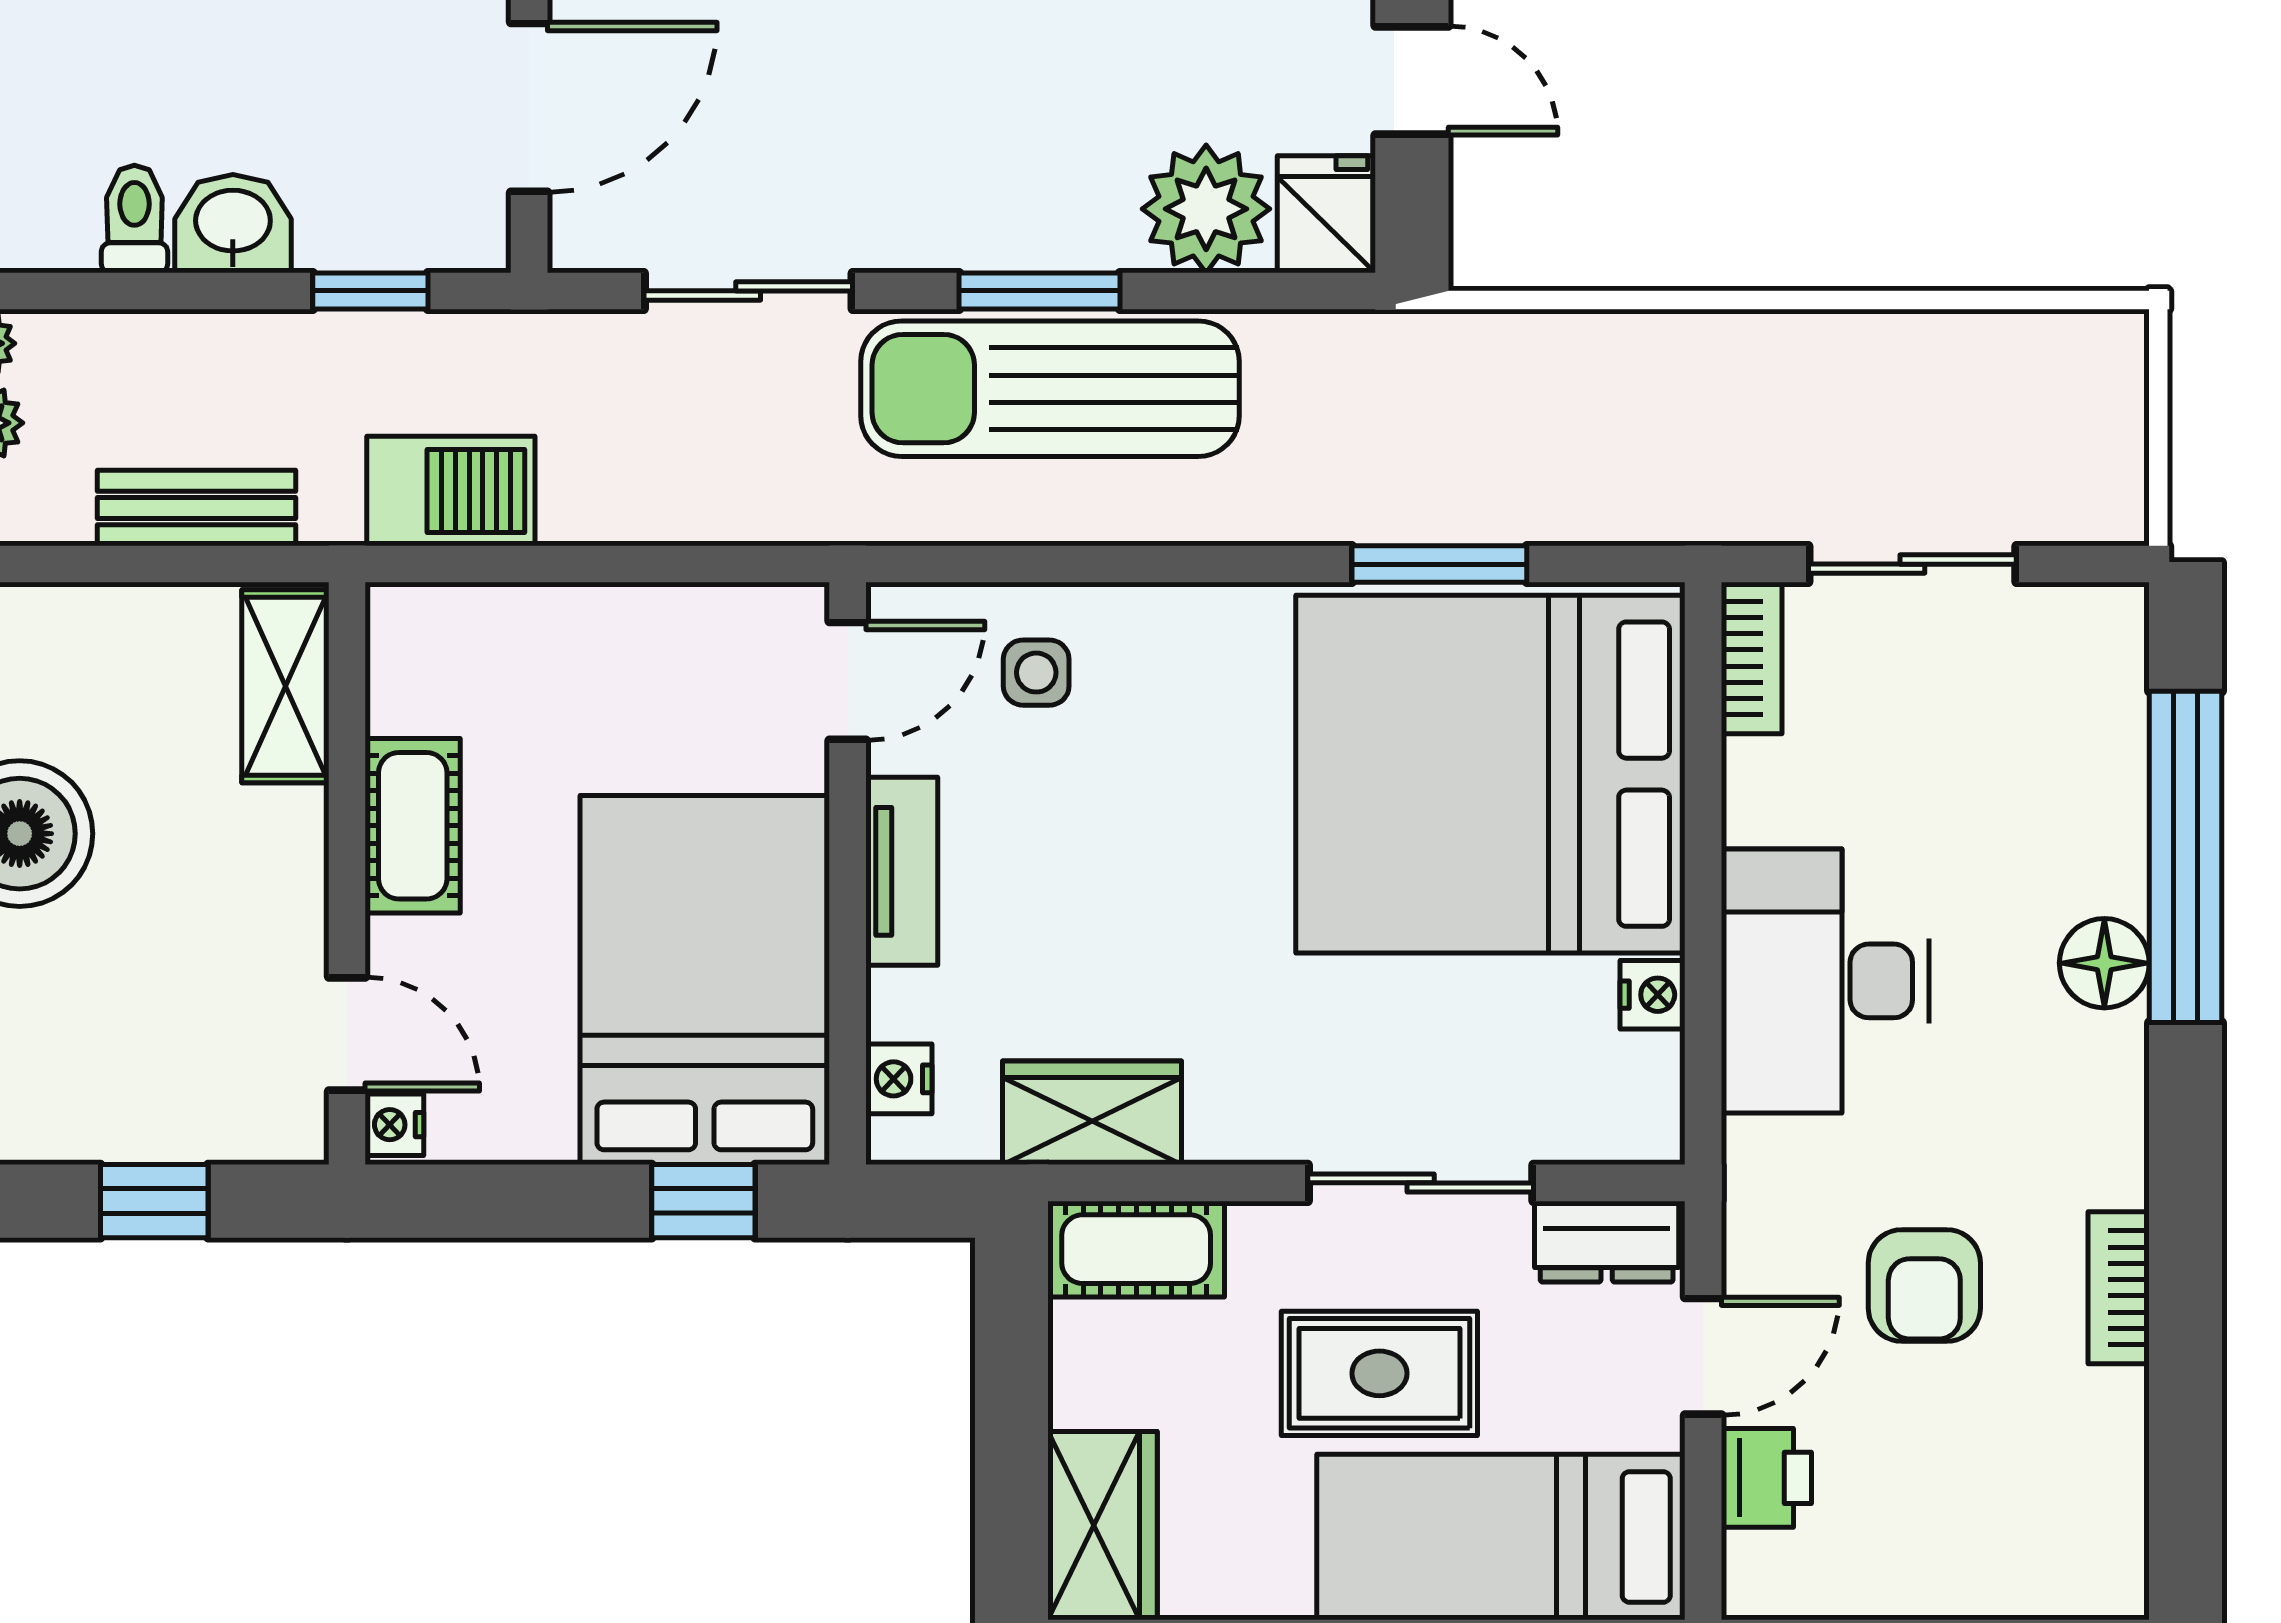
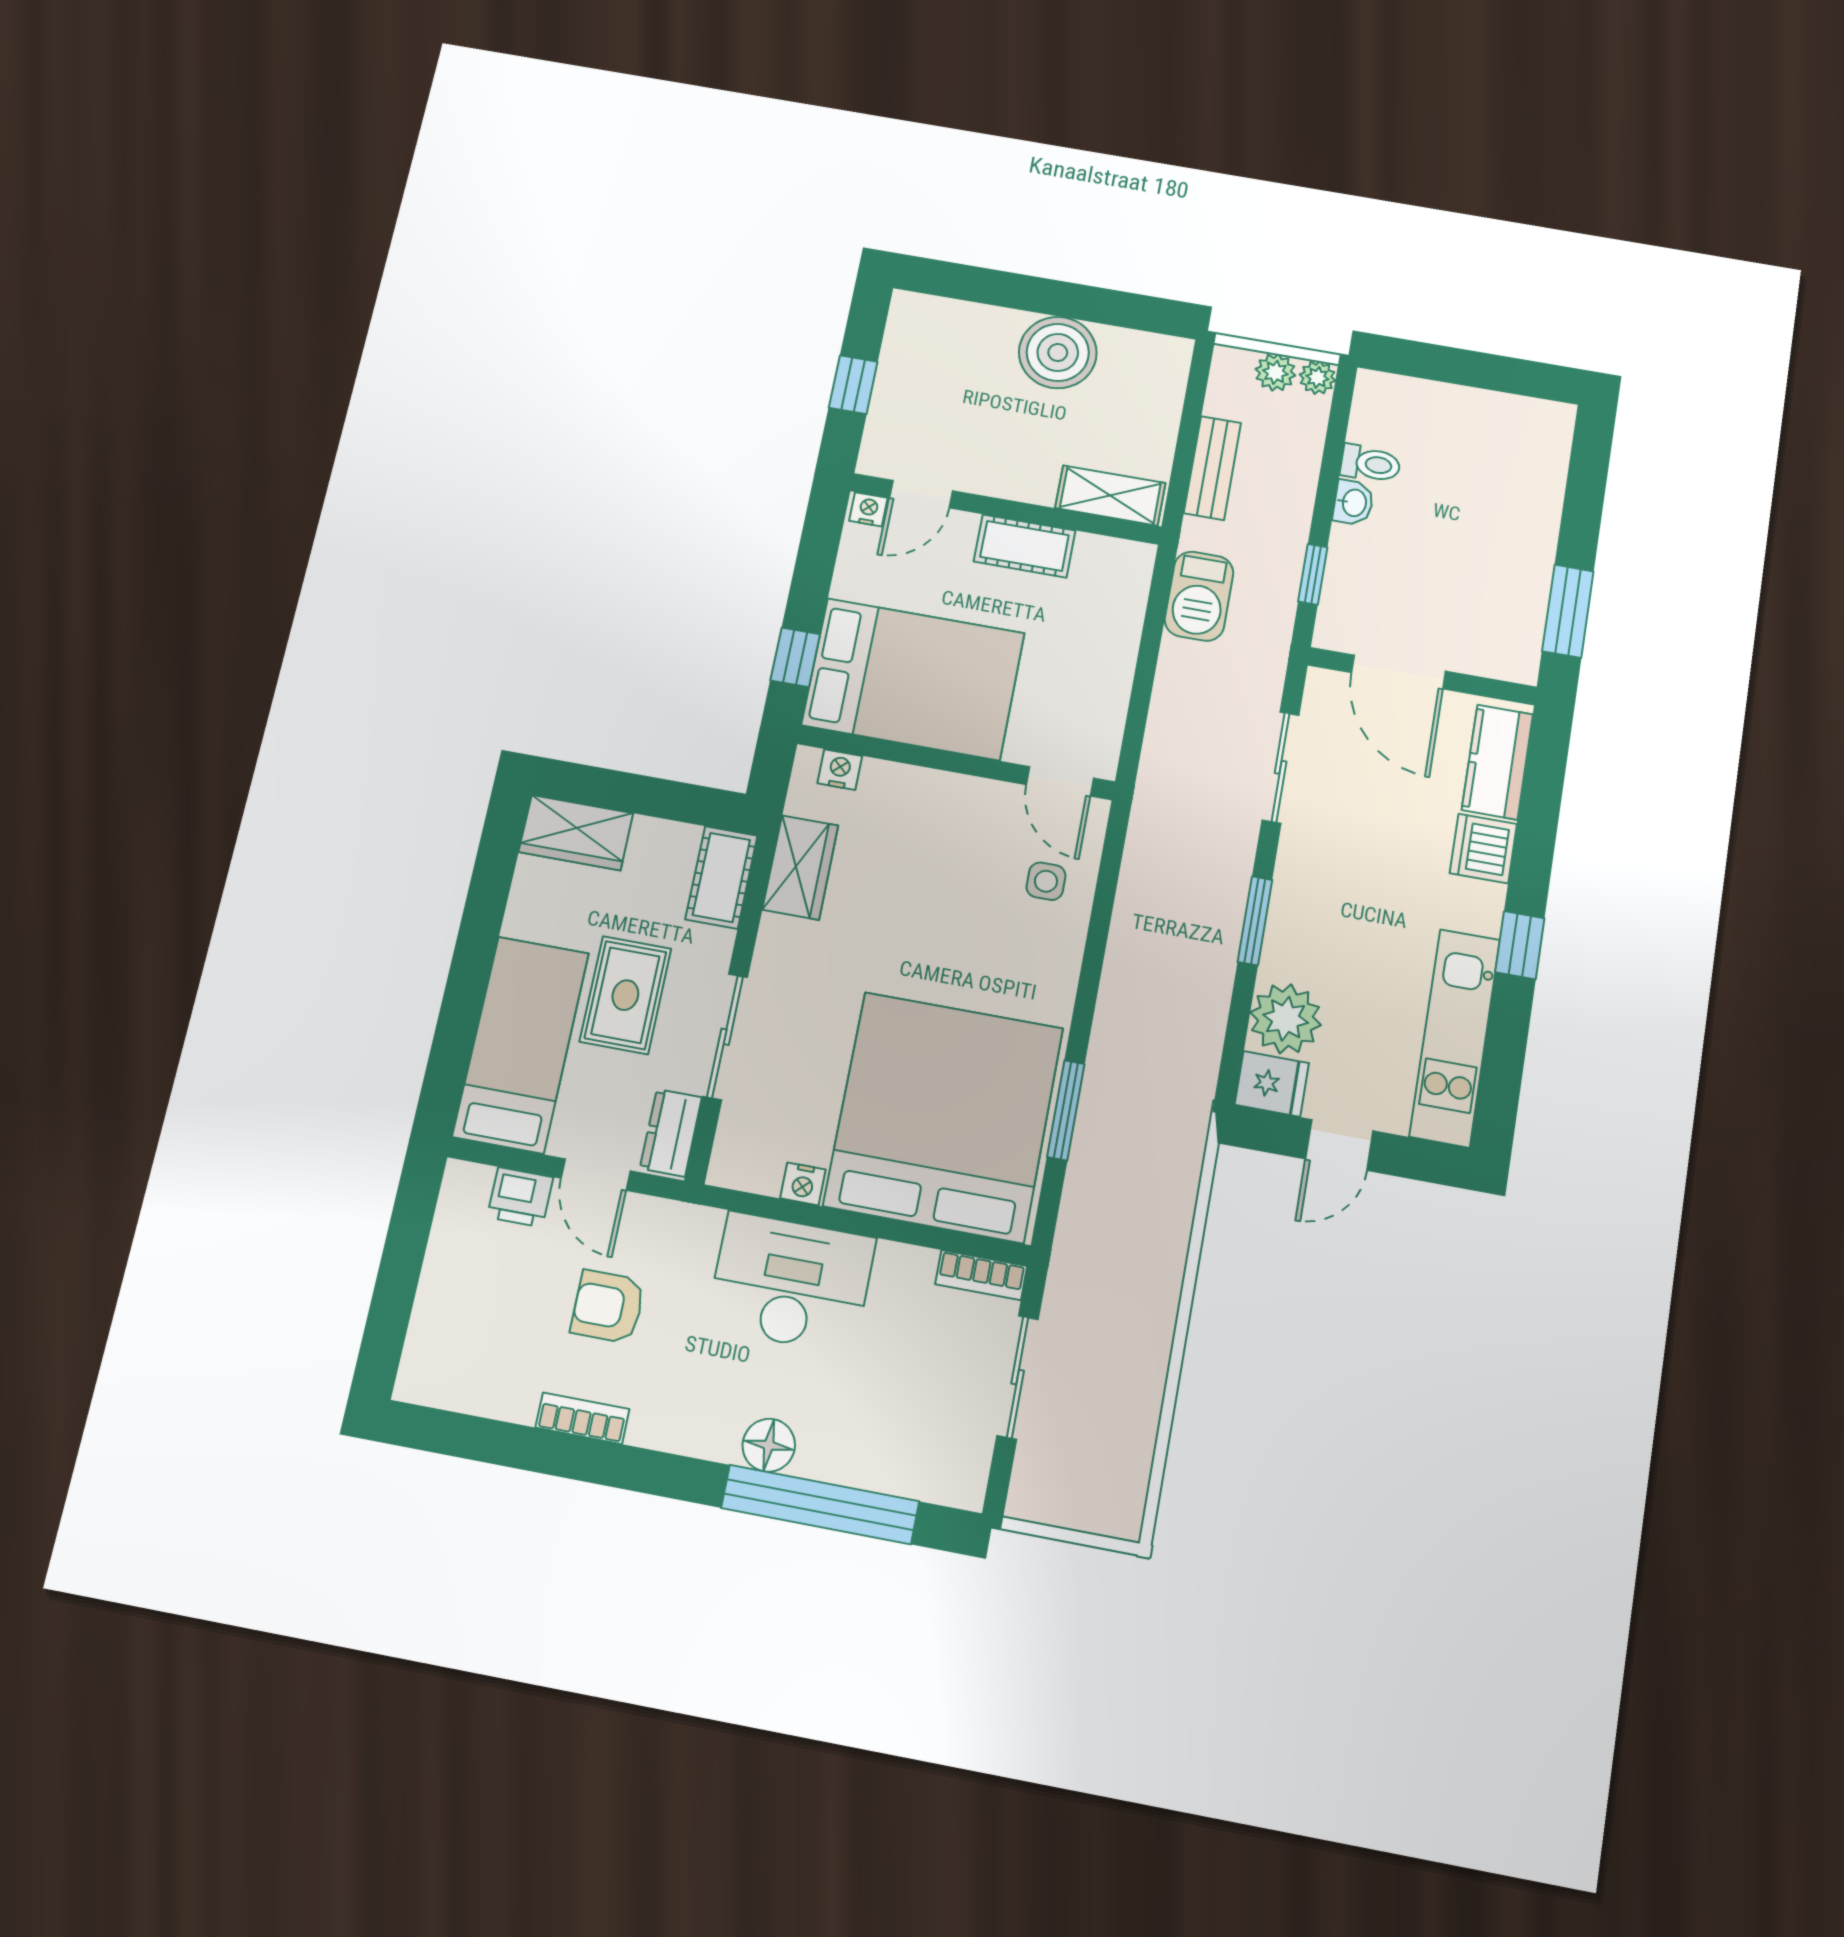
washbasin: (233, 224) -> (1353, 503), width x0.72, depth x0.69
sun lounger: (1050, 389) -> (1200, 917), removed
tv unit: (902, 871) -> (951, 791), removed

